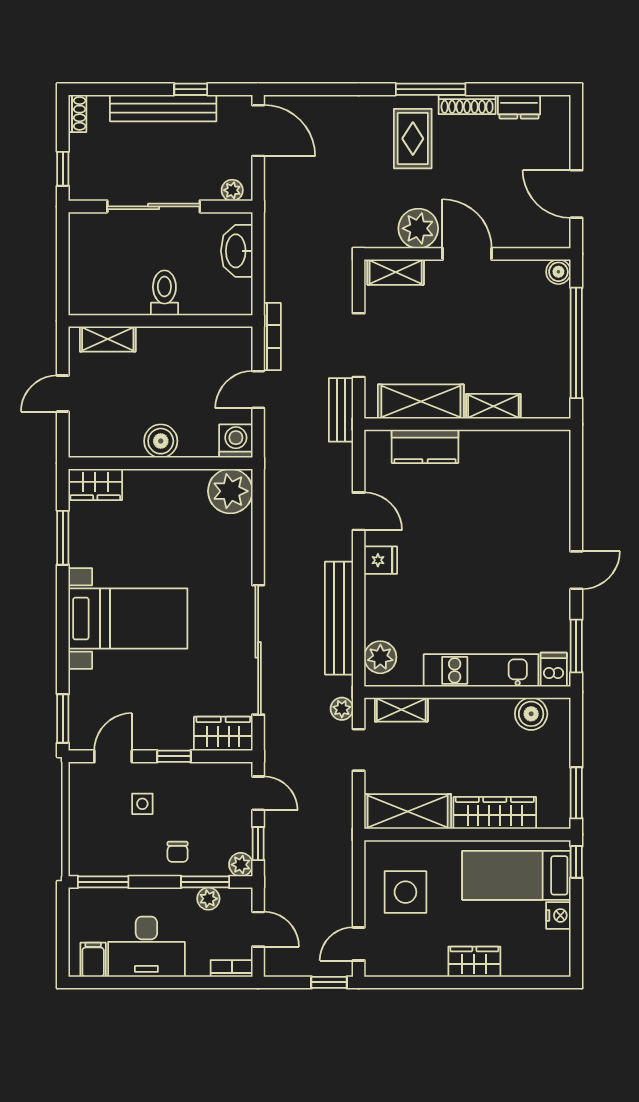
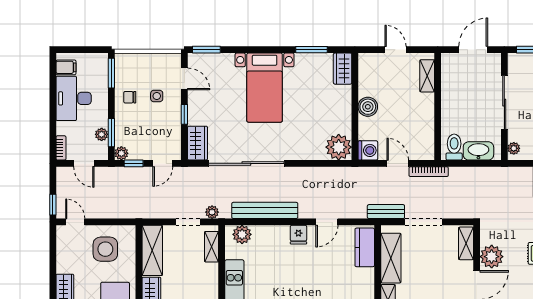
door: (63, 260) -> (473, 50), added
toilet: (164, 293) -> (454, 147), moved, turned -90
kitchen counter: (425, 446) -> (365, 247), moved
chair: (178, 852) -> (130, 97), moved
door: (258, 929) -> (84, 163), hinge flipped

